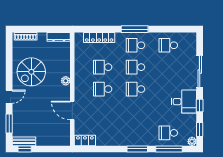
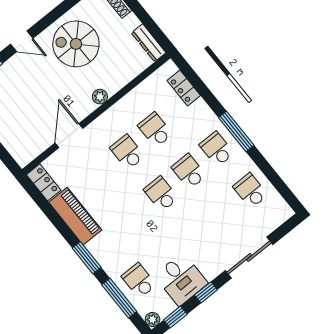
locker: (99, 37) -> (184, 88), width x0.66
desk: (184, 102) -> (181, 279), moved
piano: (113, 138) -> (75, 216), added

